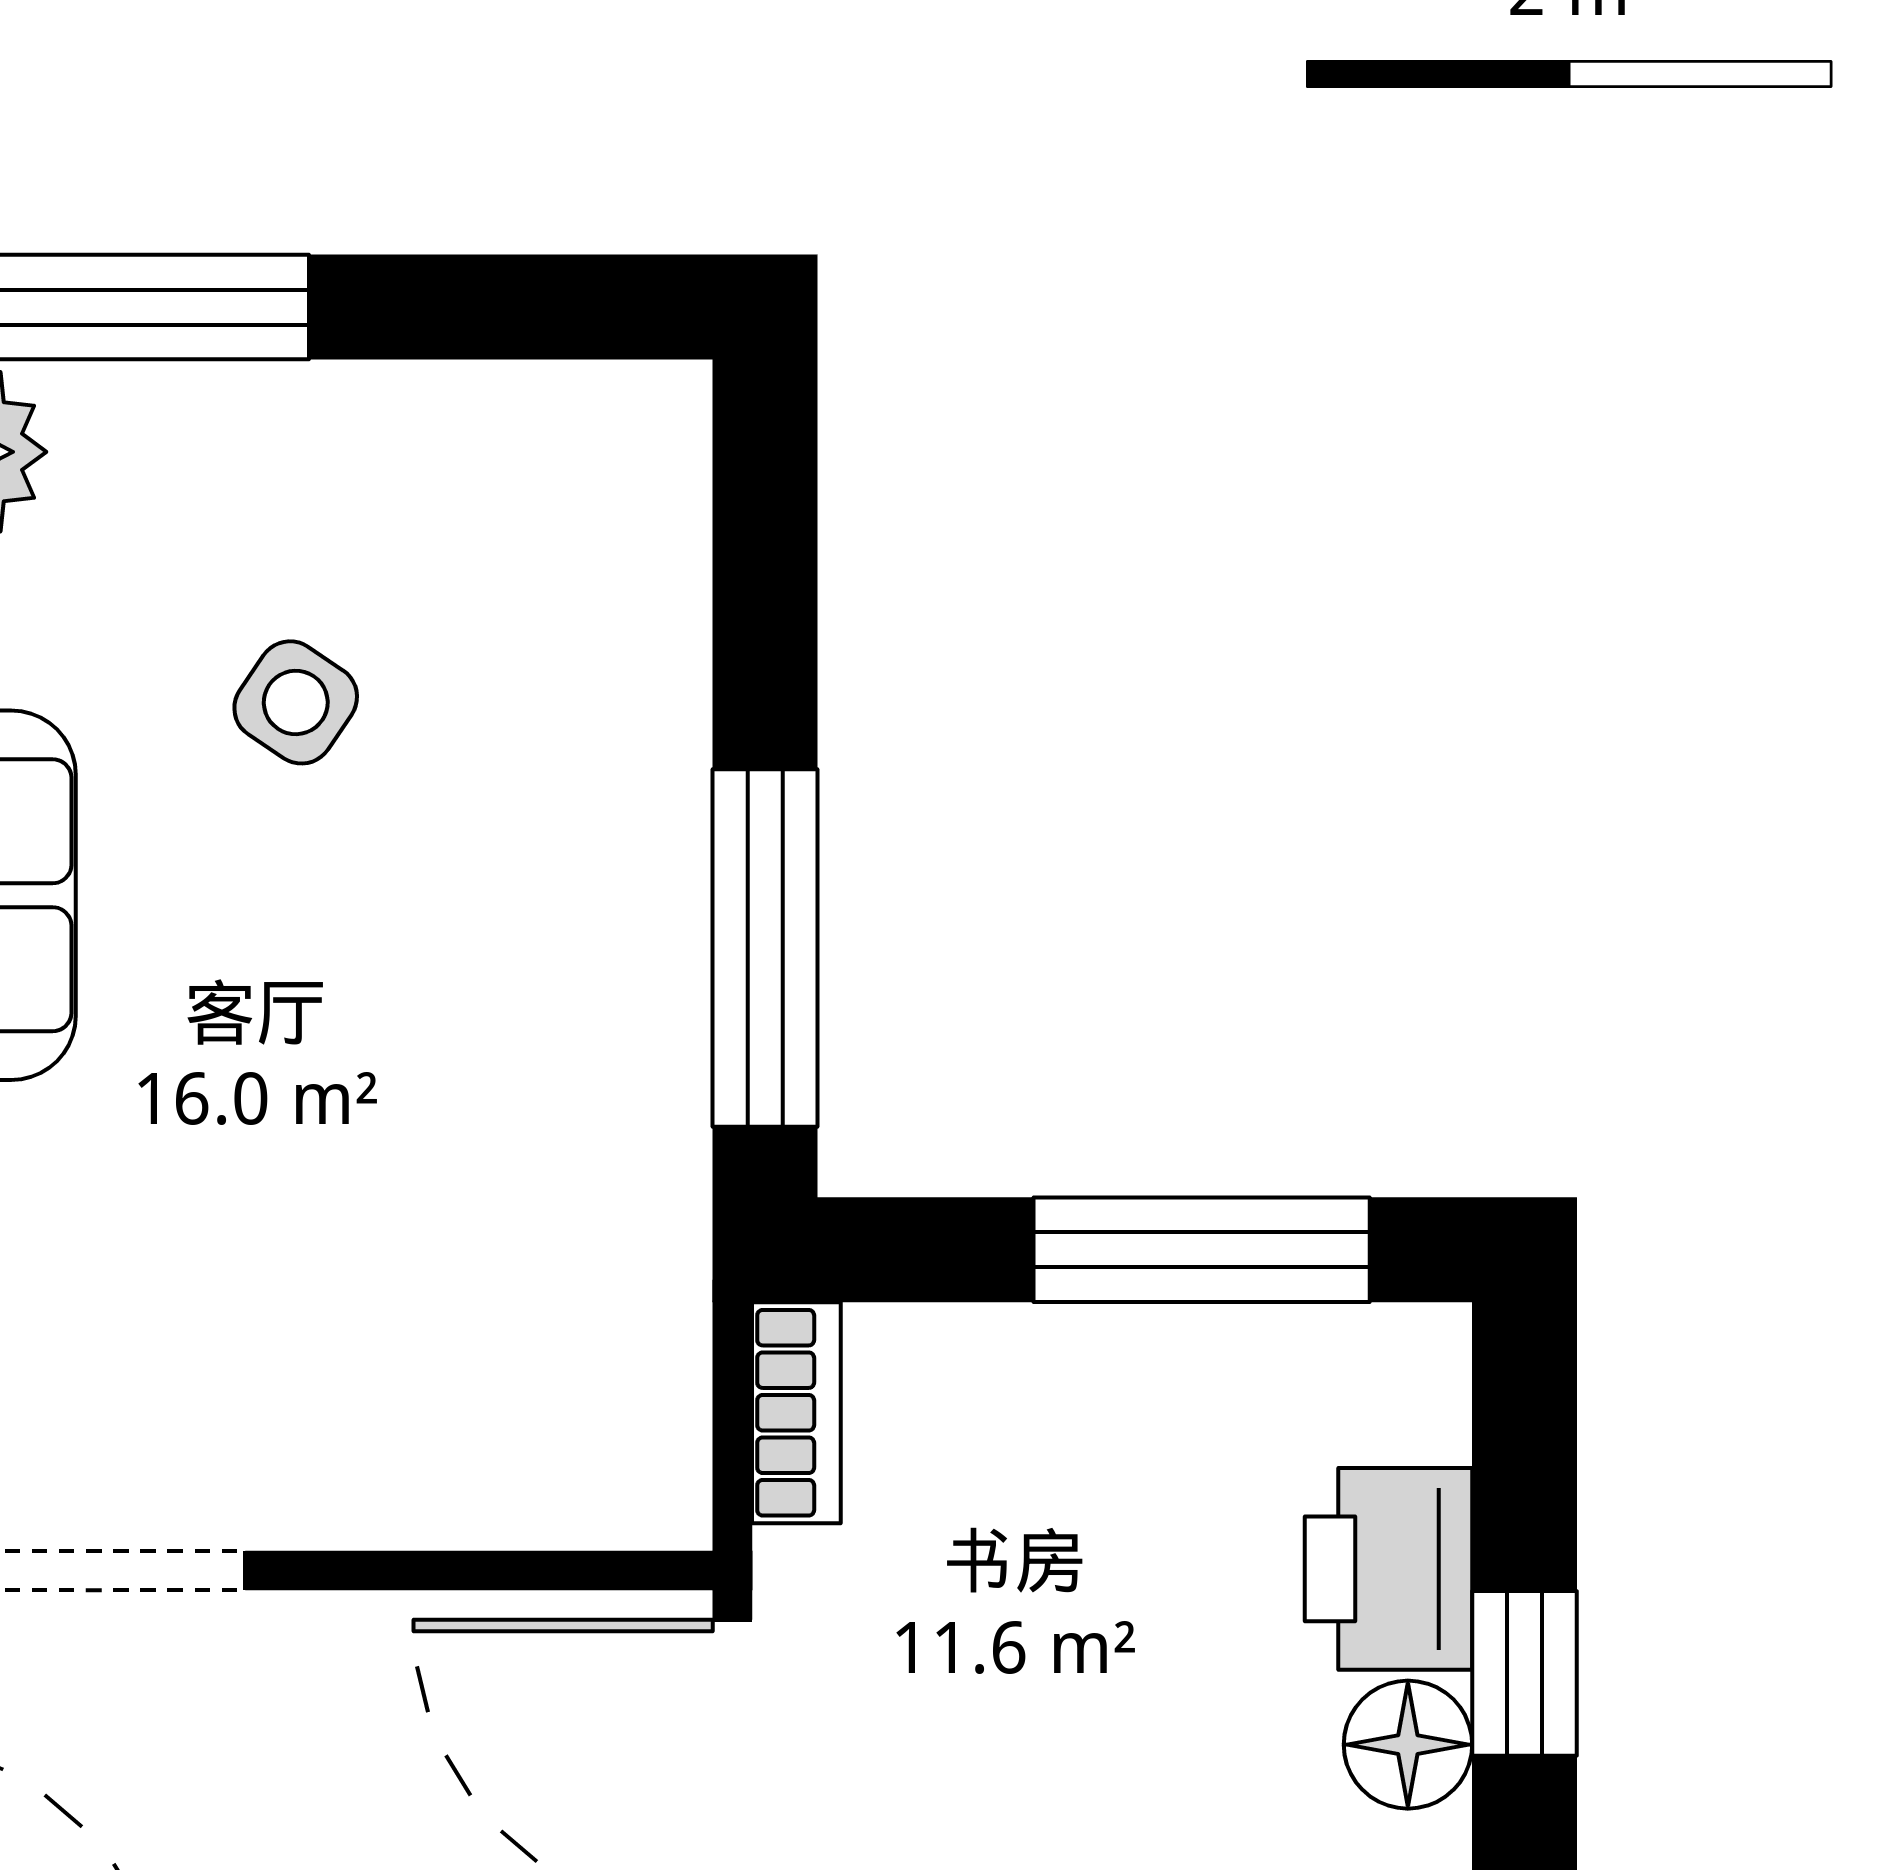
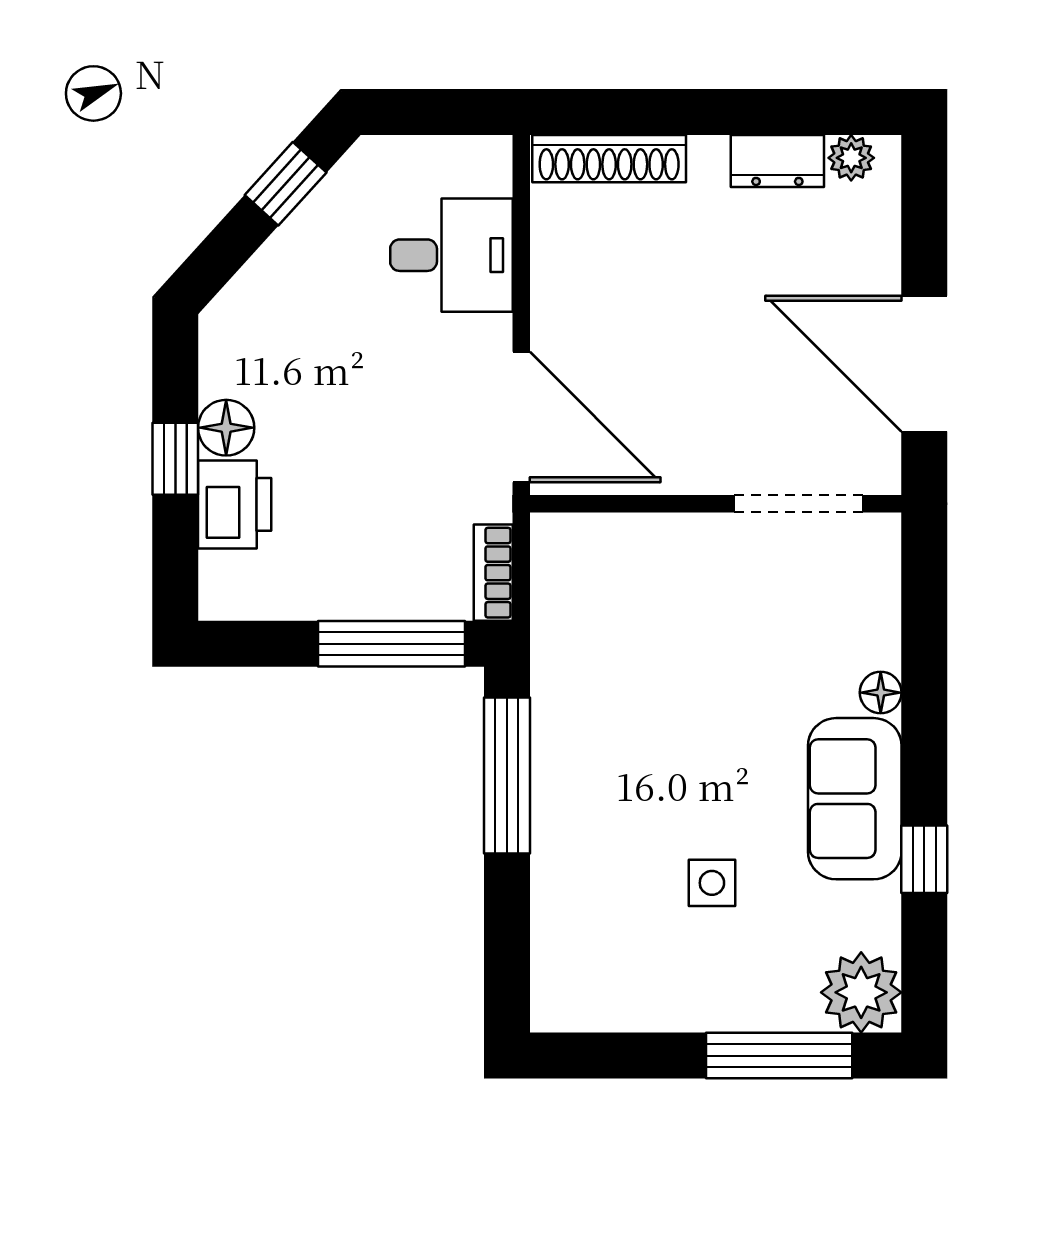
side table: (296, 702) -> (712, 883), turned -34
window: (1202, 1250) -> (391, 644), moved

